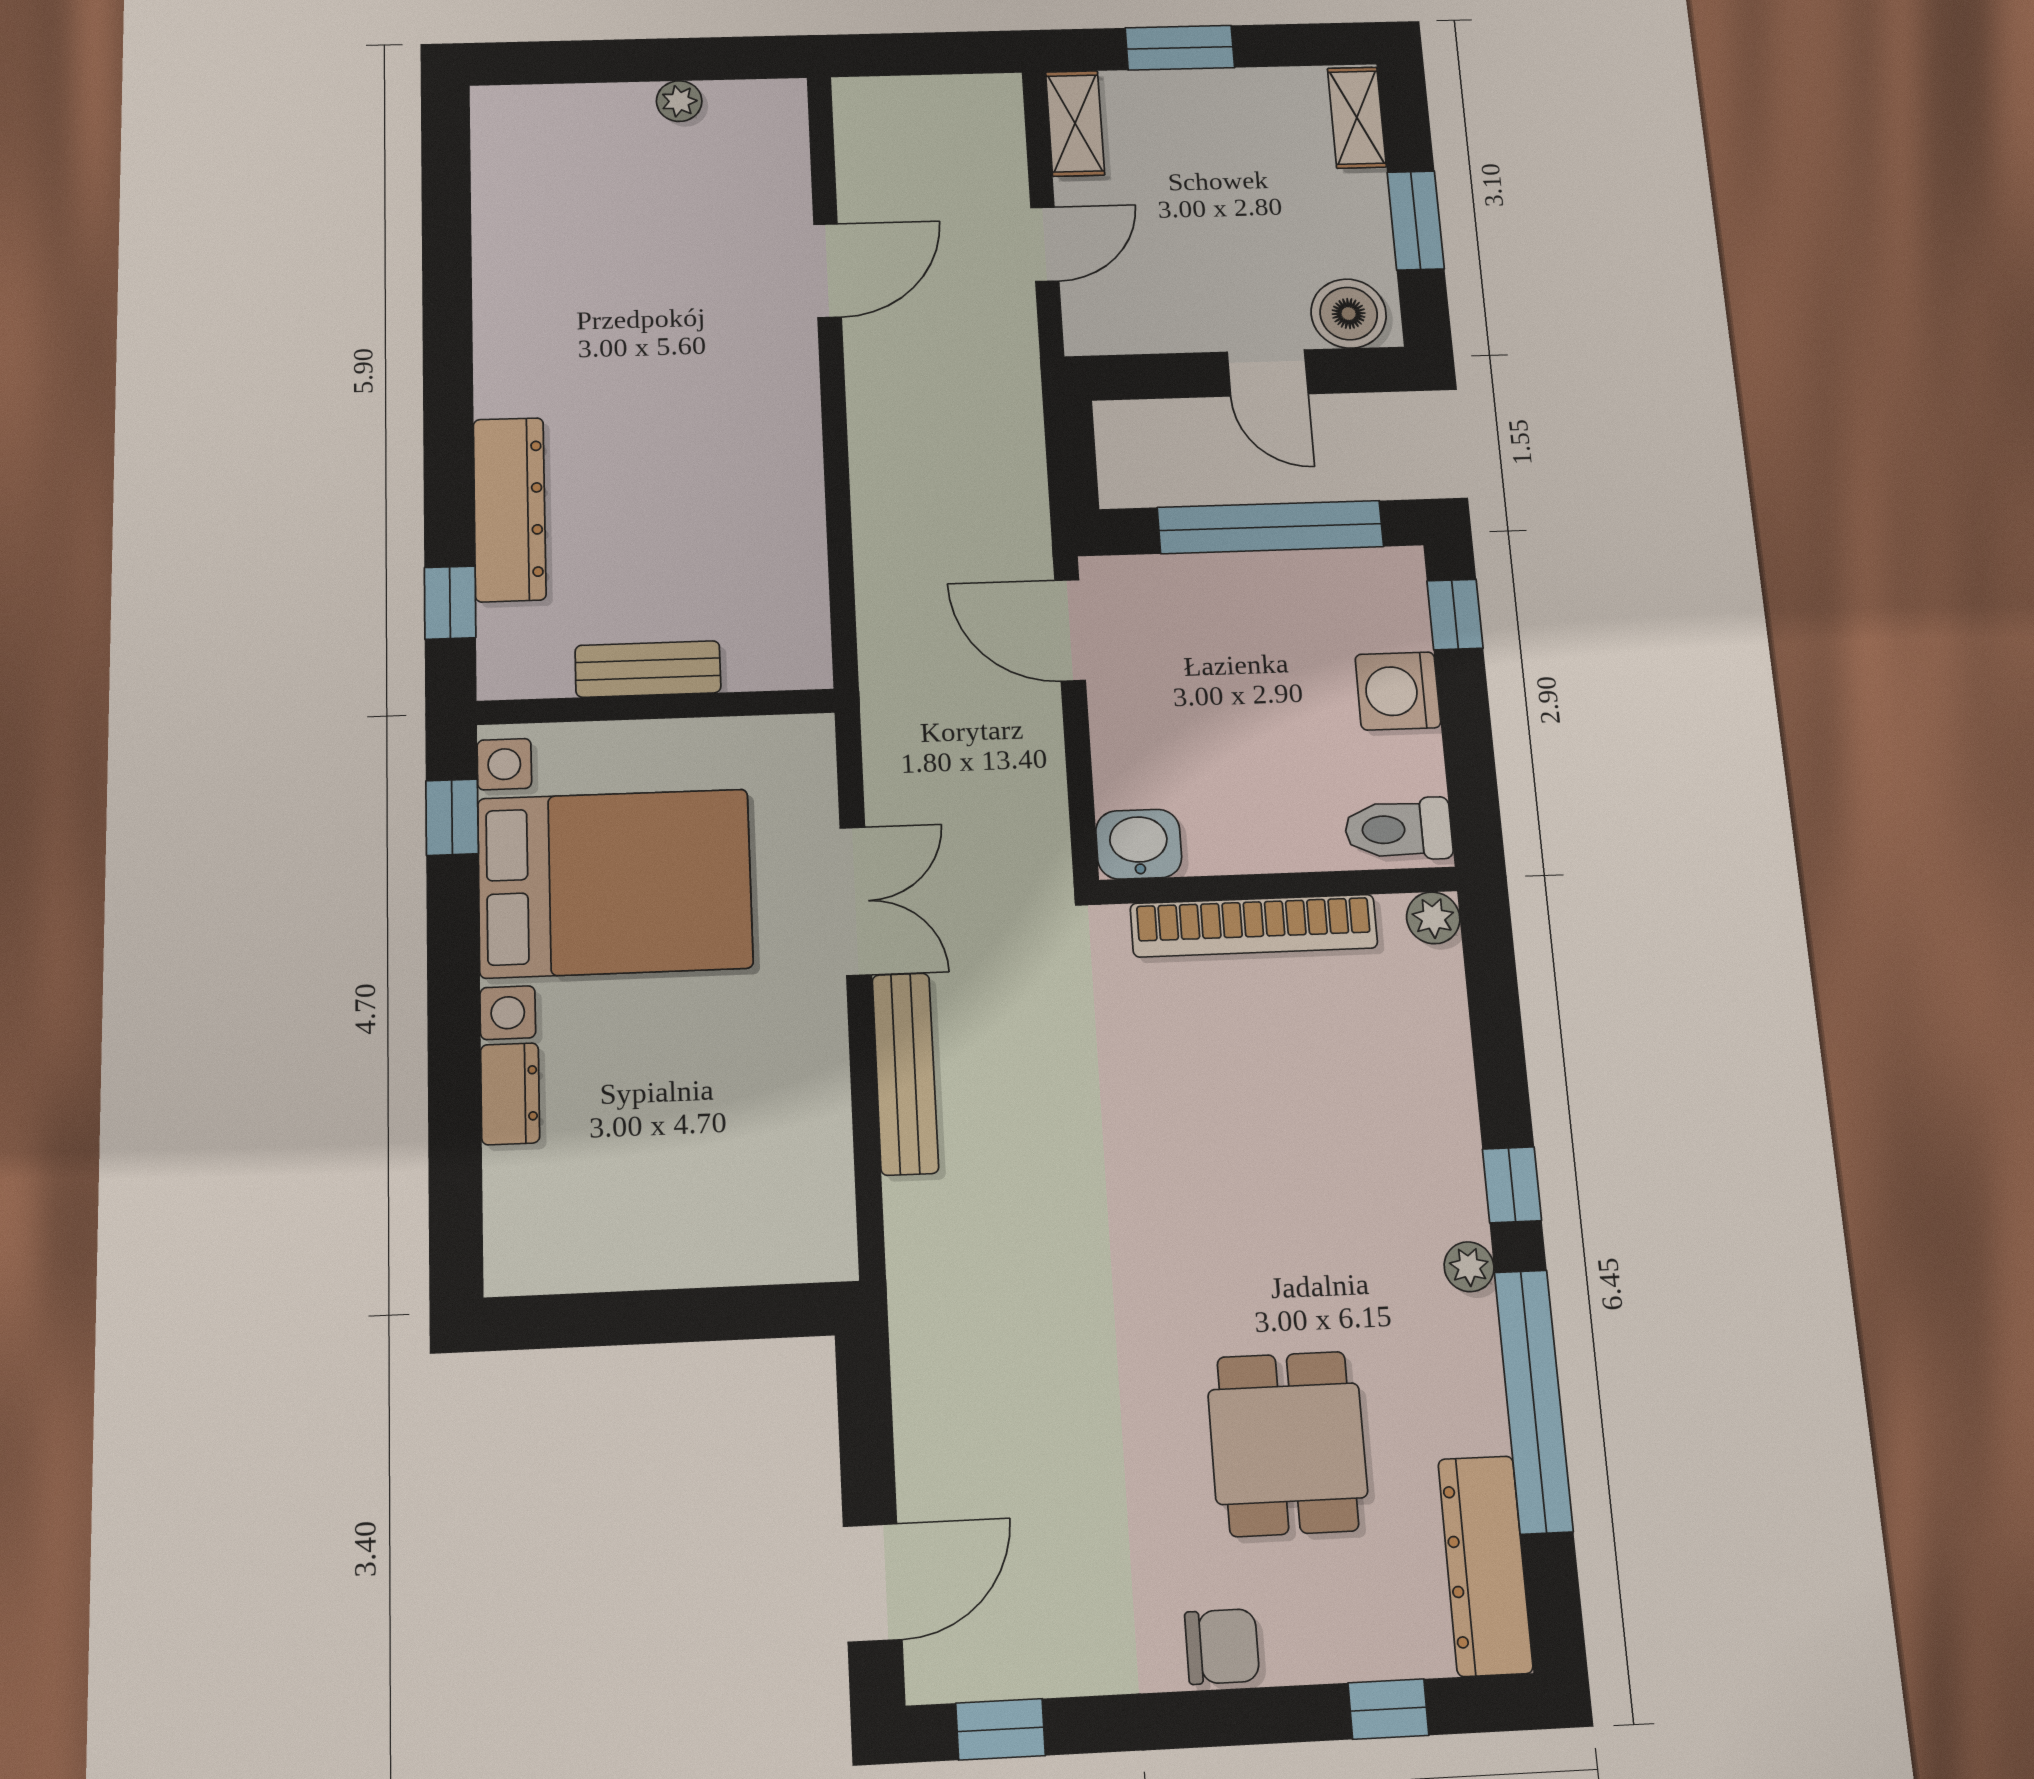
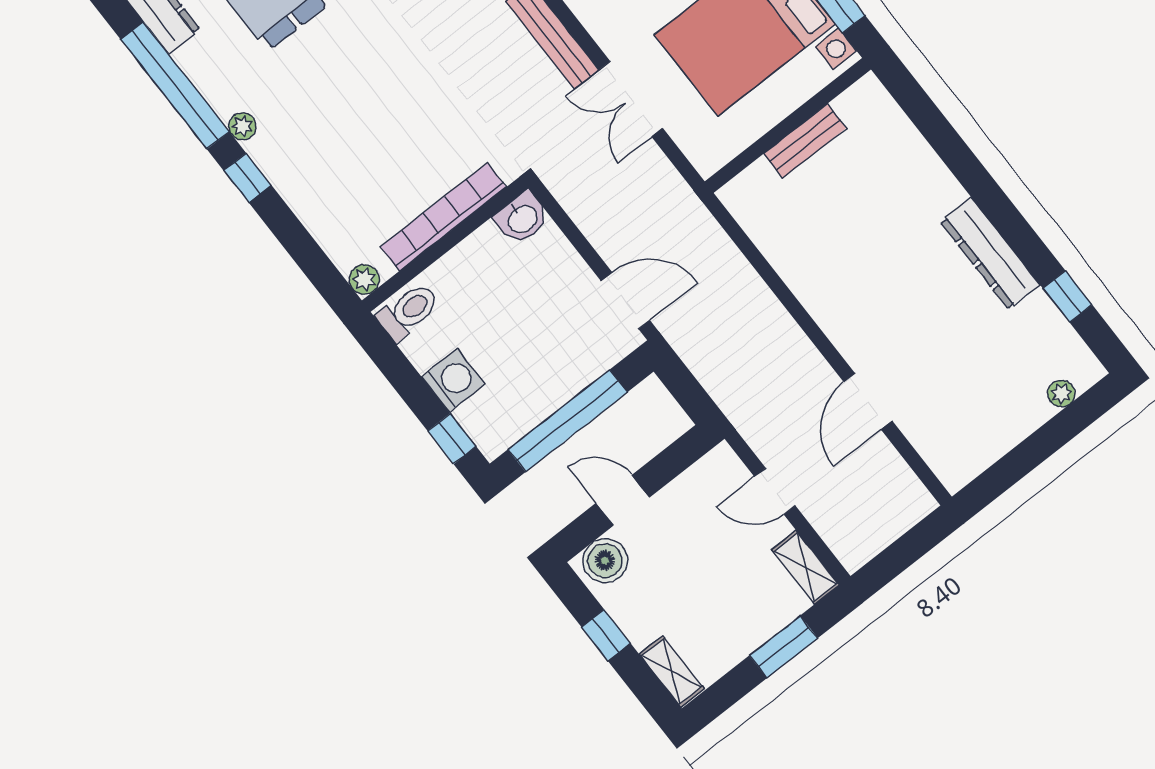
plant: (679, 101) -> (1061, 394), moved
window: (1416, 220) -> (606, 635), width x0.67
door: (1045, 244) -> (775, 491), hinge flipped
dresser: (510, 509) -> (990, 253), moved
window: (450, 603) -> (1067, 297), moved

